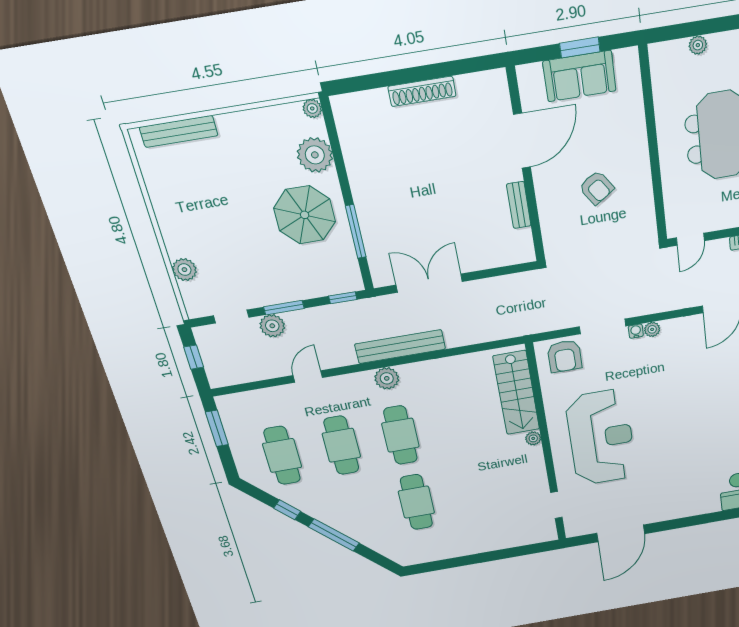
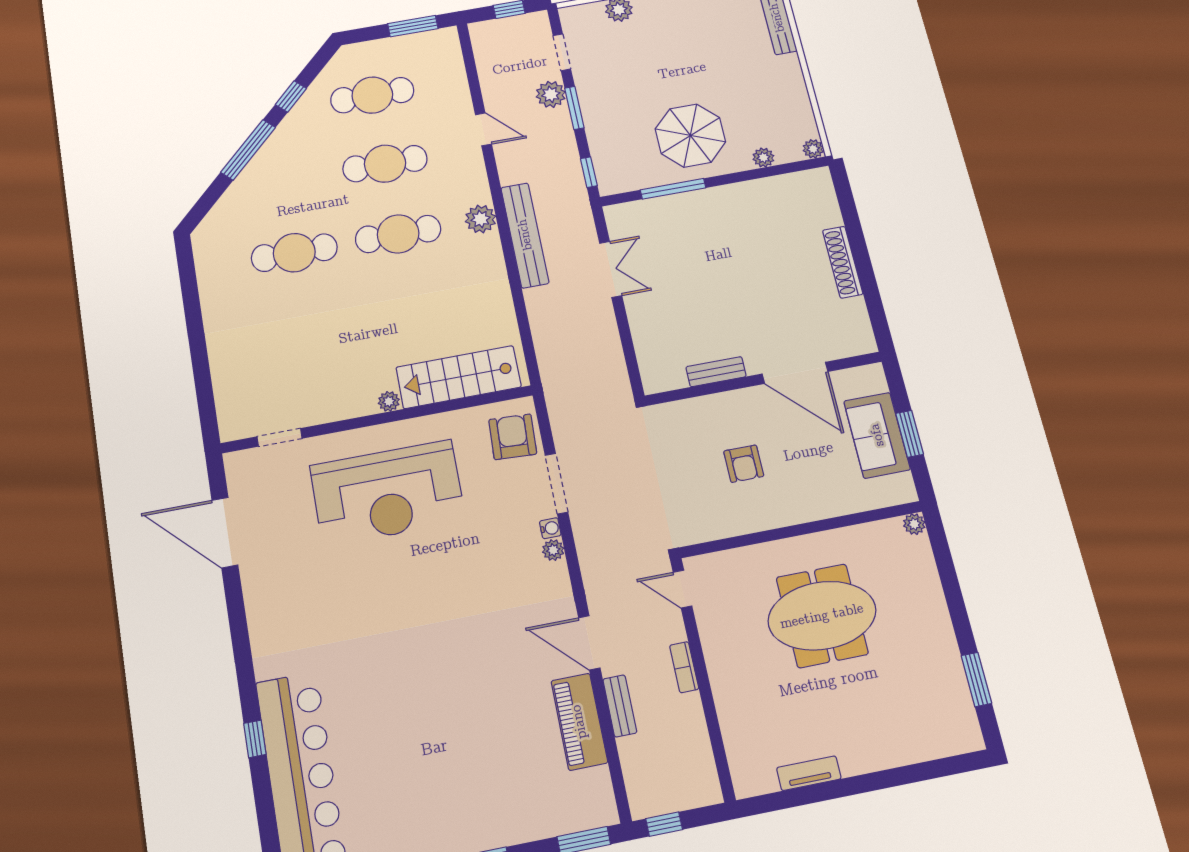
plant: (698, 45) -> (914, 524), moved
plant: (315, 155) -> (763, 158), width x0.53, depth x0.53
armchair: (596, 188) -> (744, 464), turned -56
double door: (429, 283) -> (611, 269), width x0.73
armchair: (565, 356) -> (513, 437), turned 93

